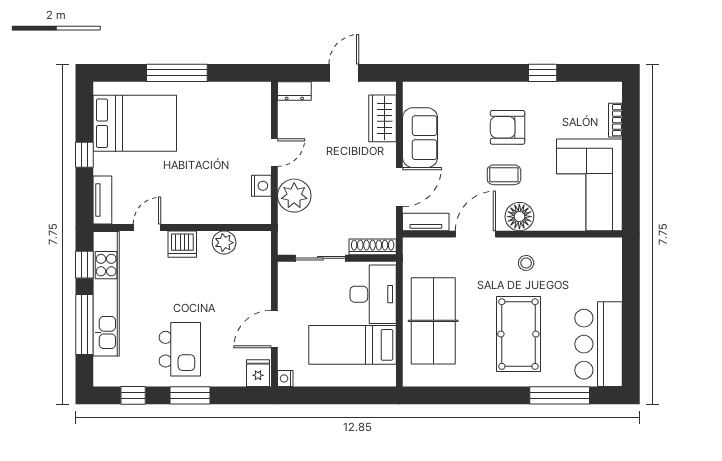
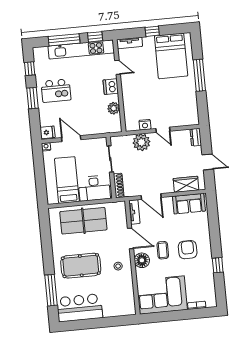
sofa: (420, 138) -> (189, 204), moved

